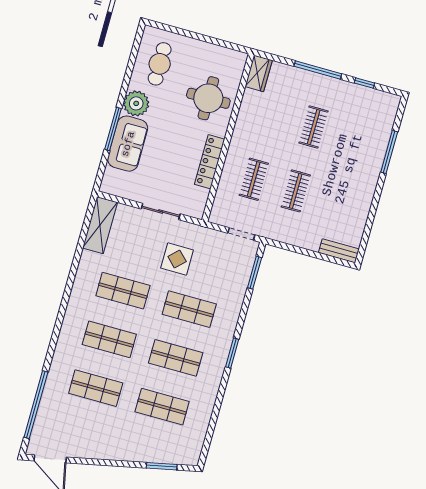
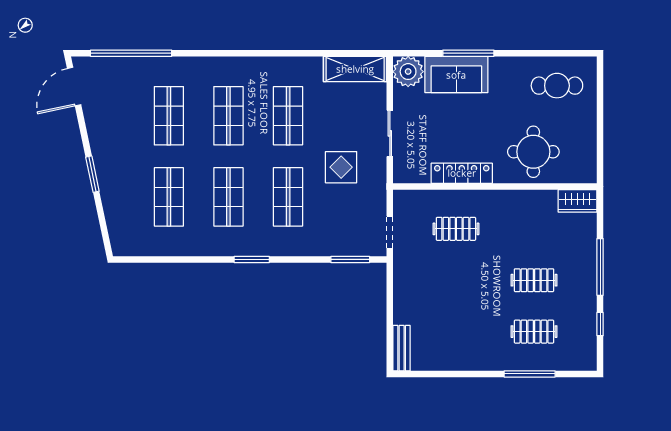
plant: (136, 103) -> (408, 72), moved
clothes rail: (296, 191) -> (534, 332), moved
window: (162, 466) -> (92, 174), moved

